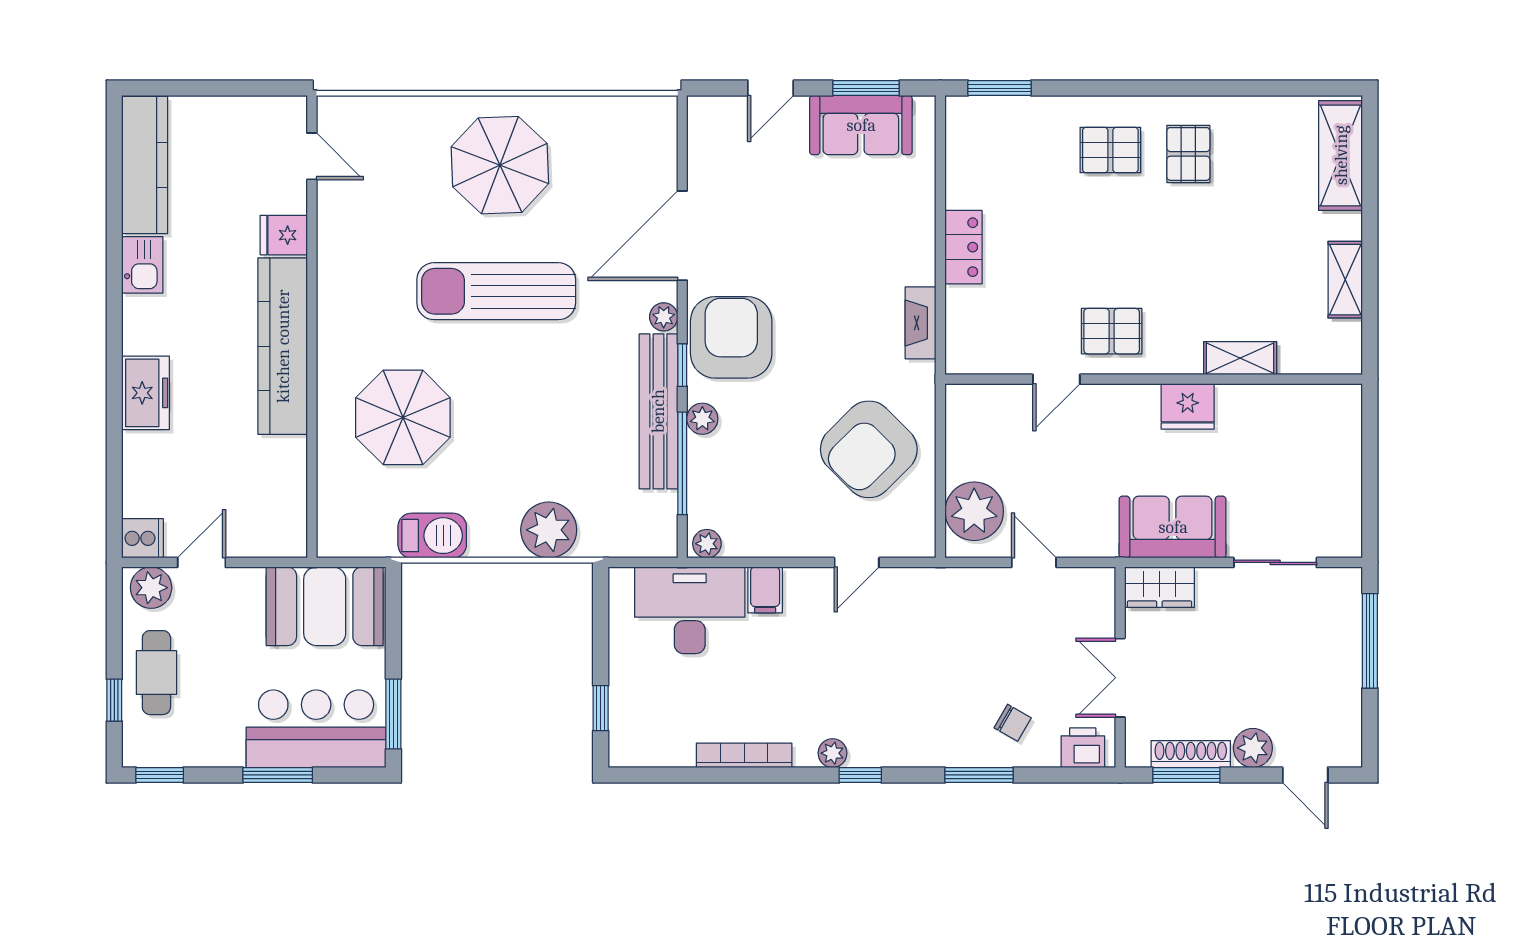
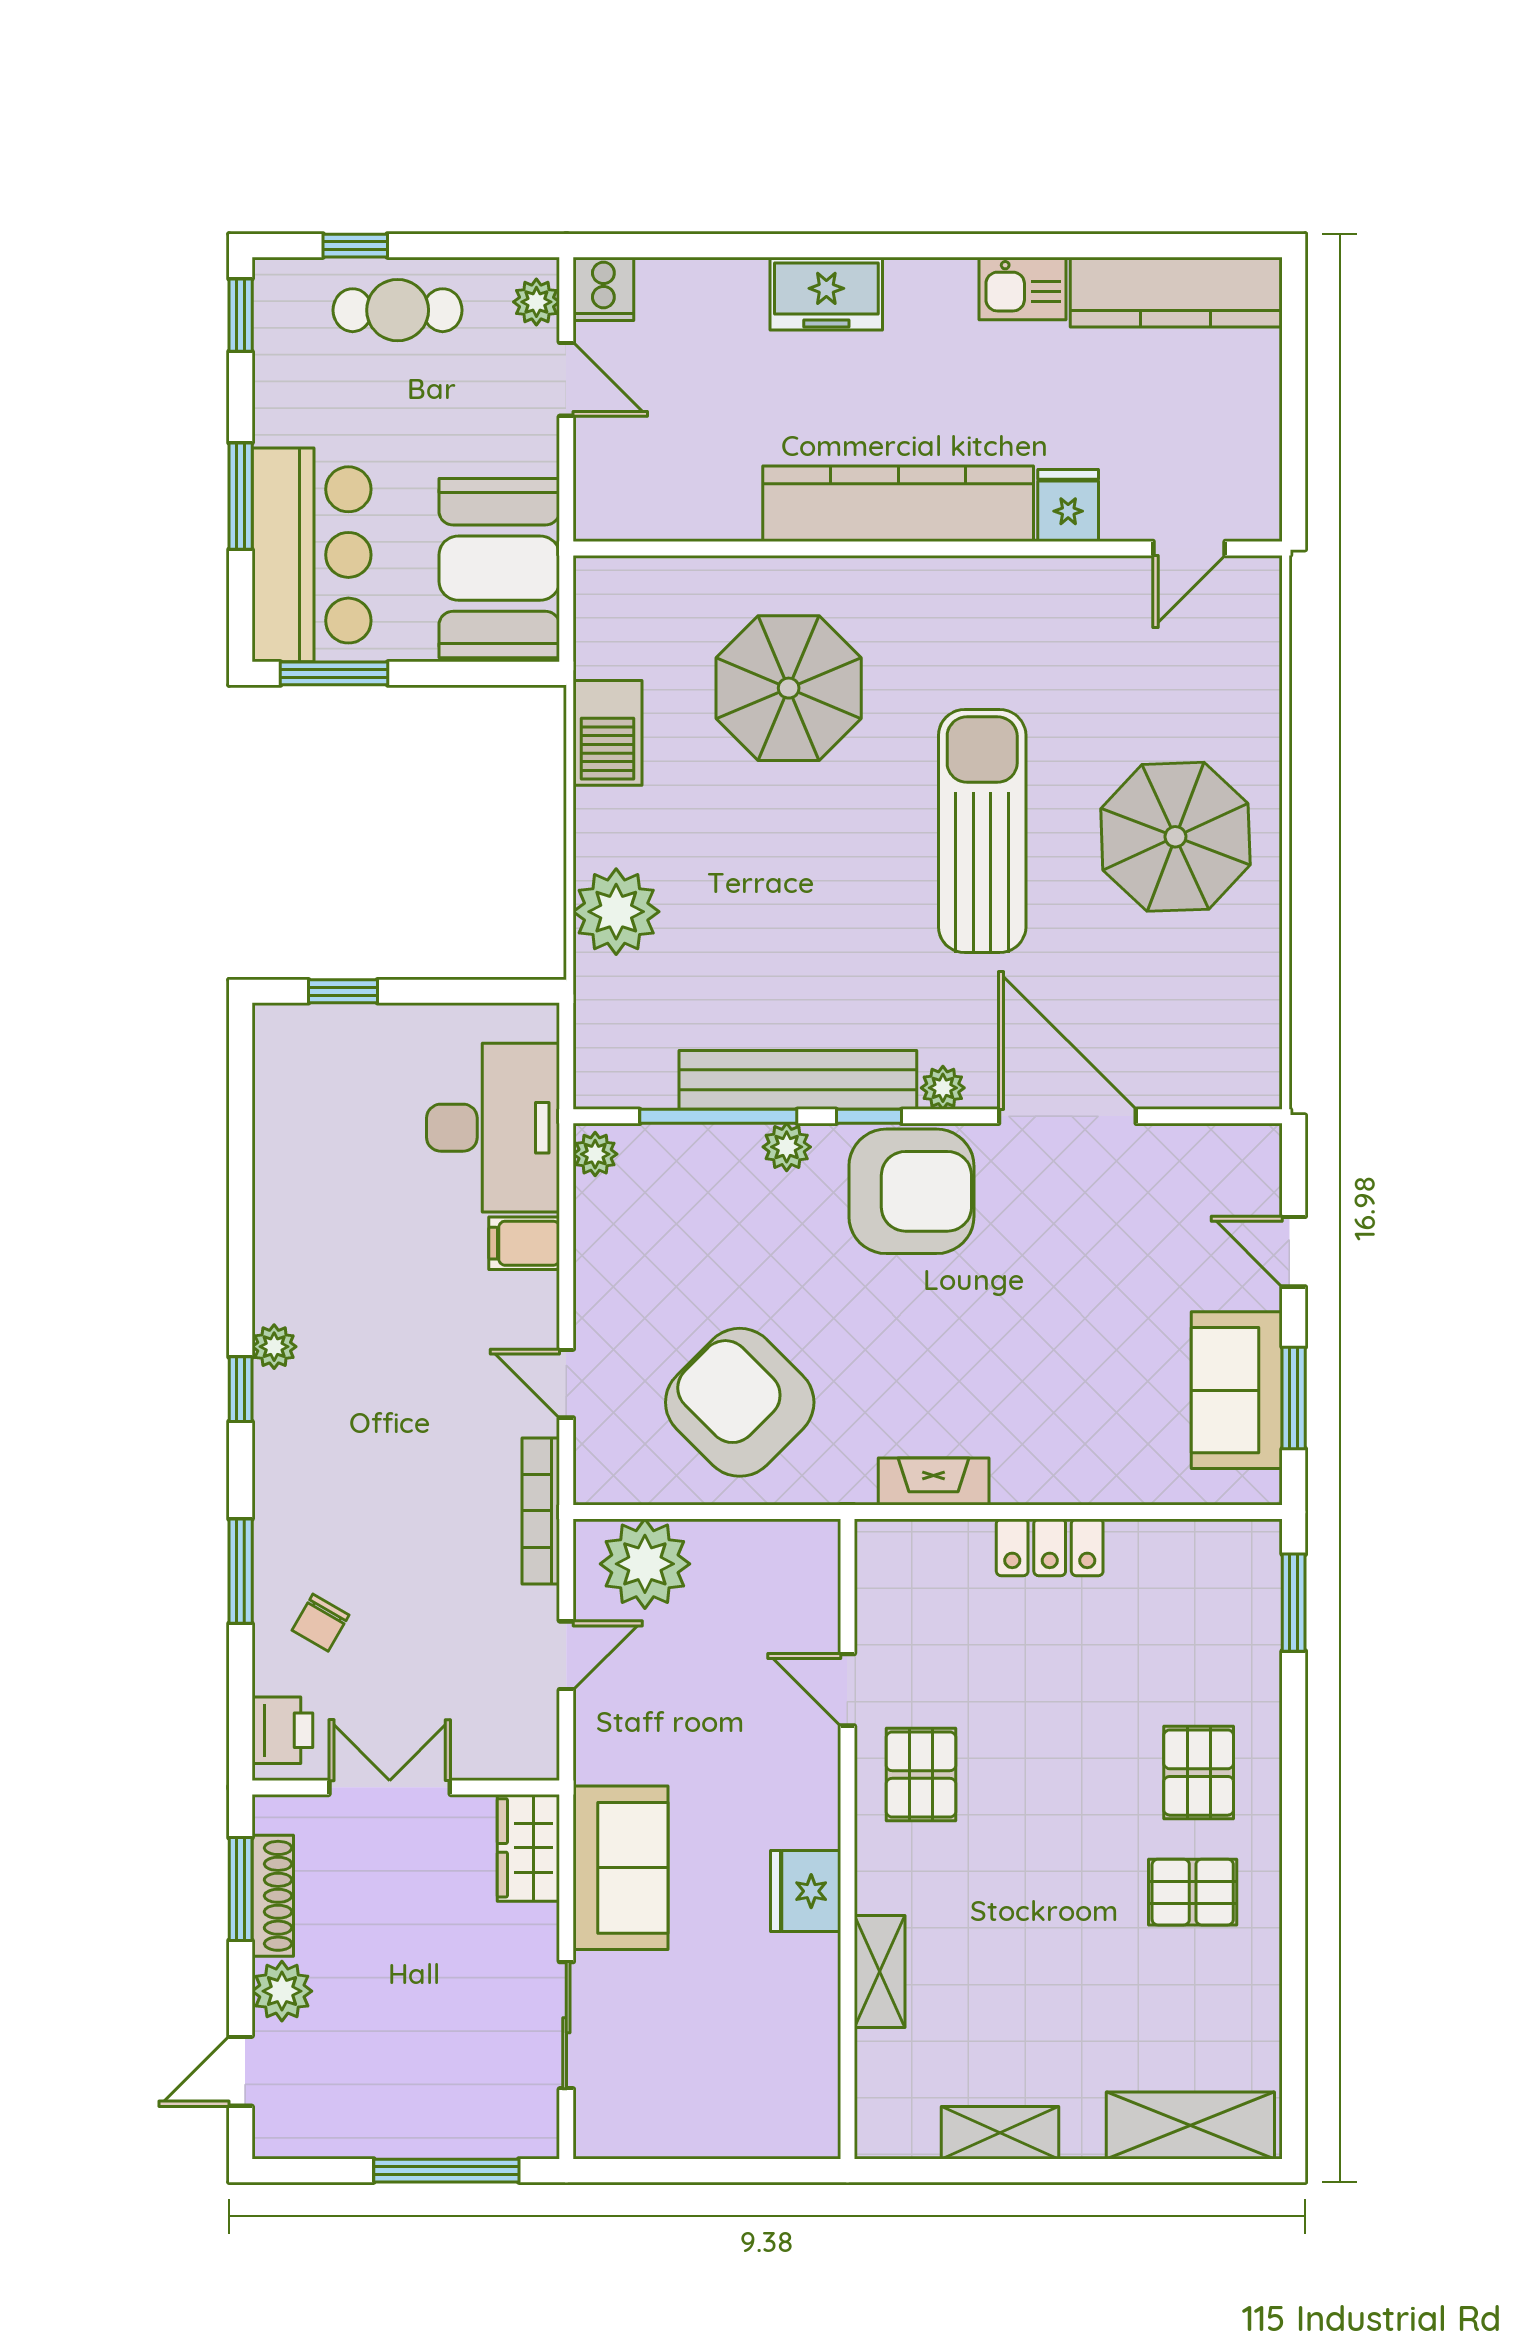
plant: (151, 588) -> (536, 302), width x0.73, depth x0.73
bookcase: (744, 755) -> (541, 1511), moved, turned 180

